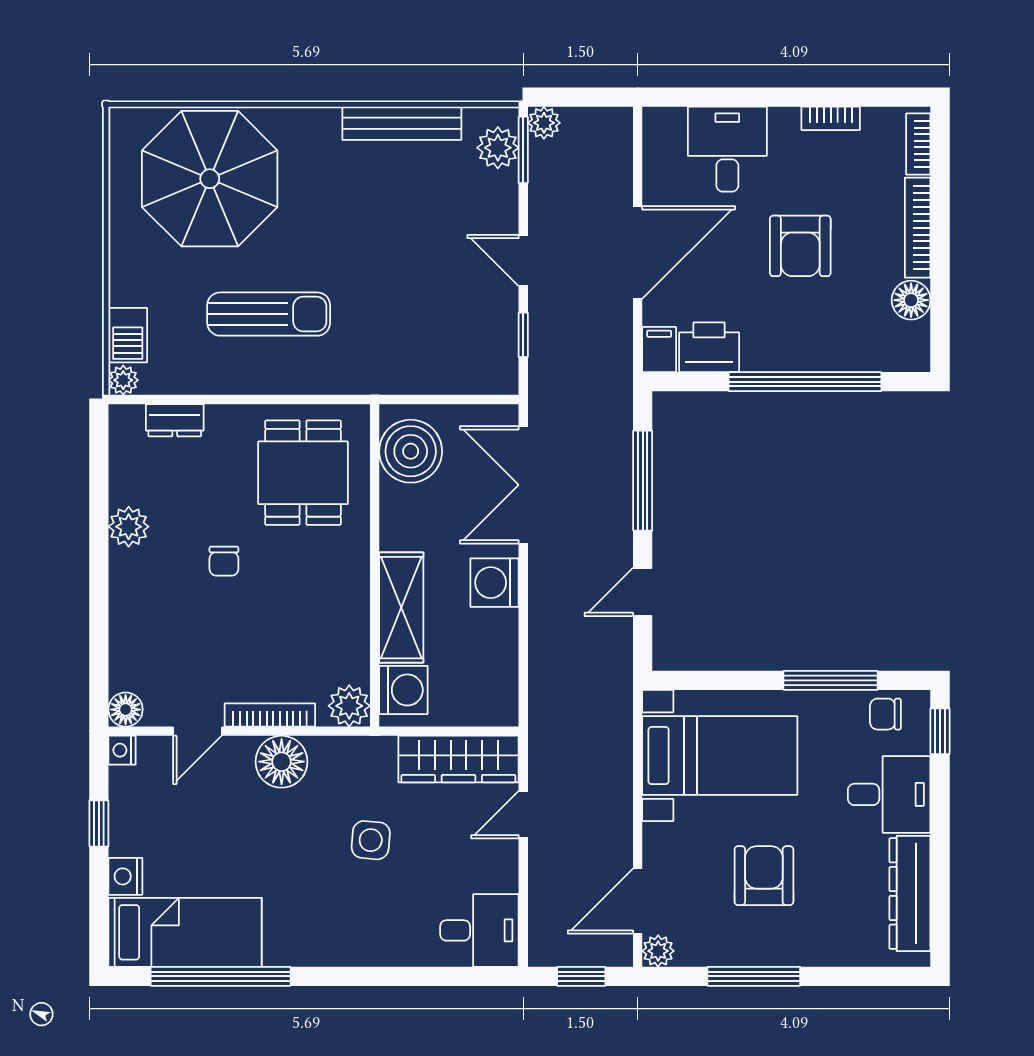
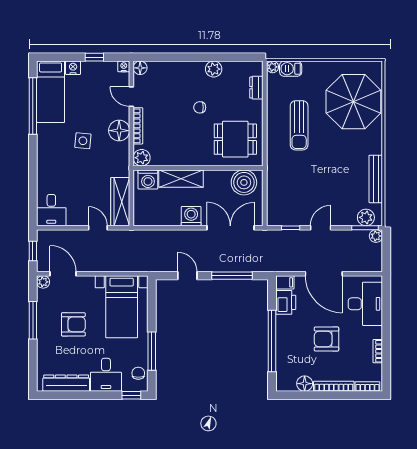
desk: (727, 149) -> (365, 304), width x1.37
side table: (371, 840) -> (83, 141), moved

